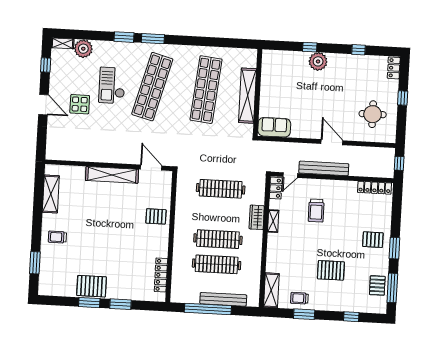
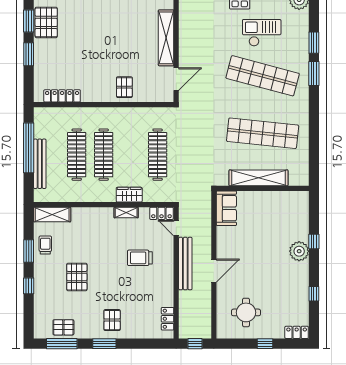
locker: (375, 188) -> (168, 319), width x0.66
window: (351, 317) -> (29, 286), moved

